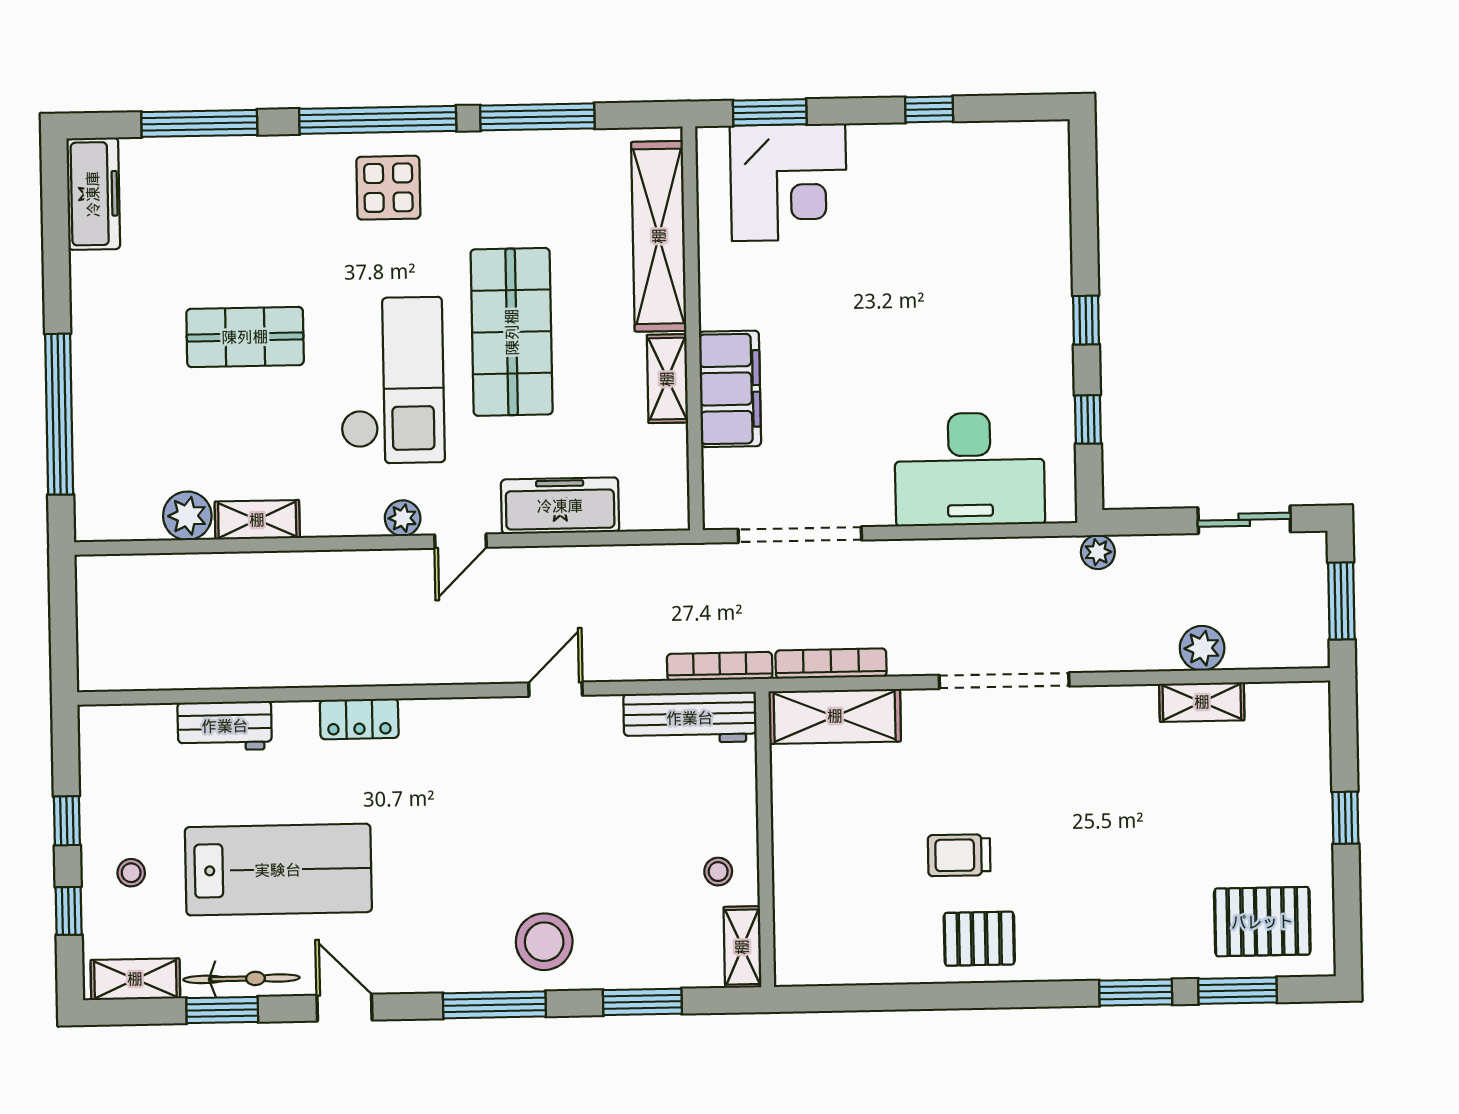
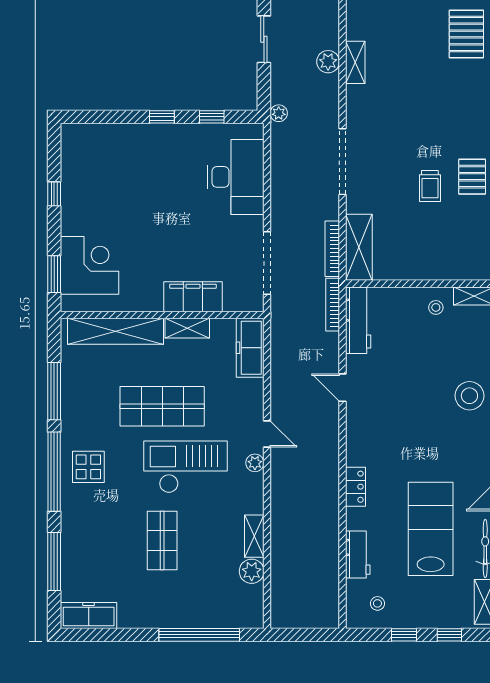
freezer: (560, 506) -> (250, 348), moved
stool: (131, 873) -> (377, 603), moved

